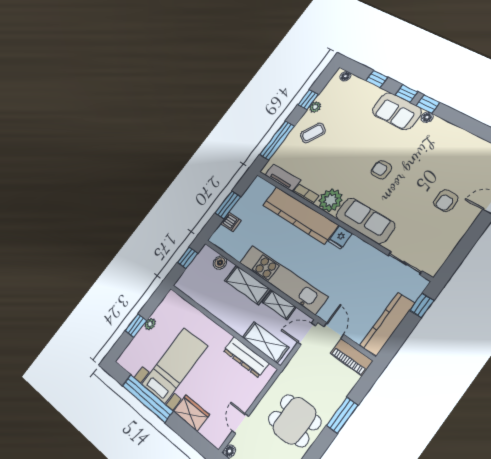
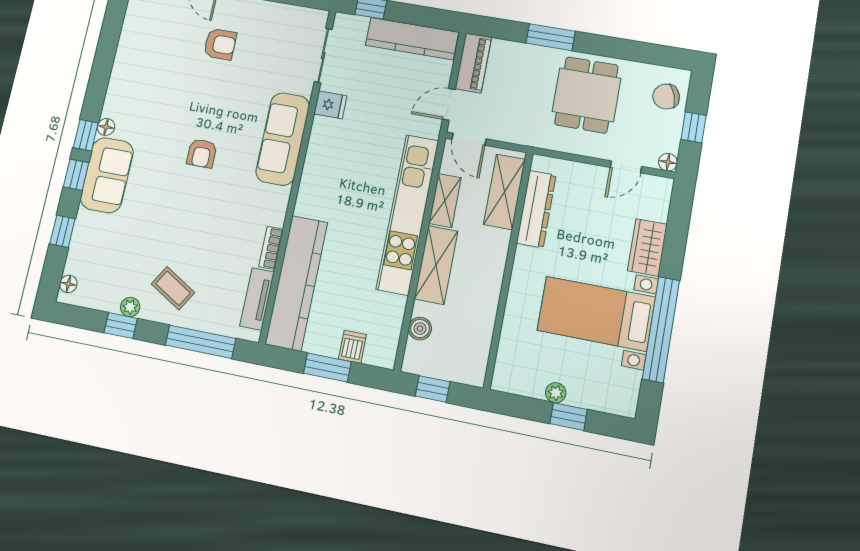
plant: (331, 200) -> (269, 205), removed
kitchen counter: (300, 215) -> (296, 283), moved
fridge: (340, 237) -> (330, 105), moved

